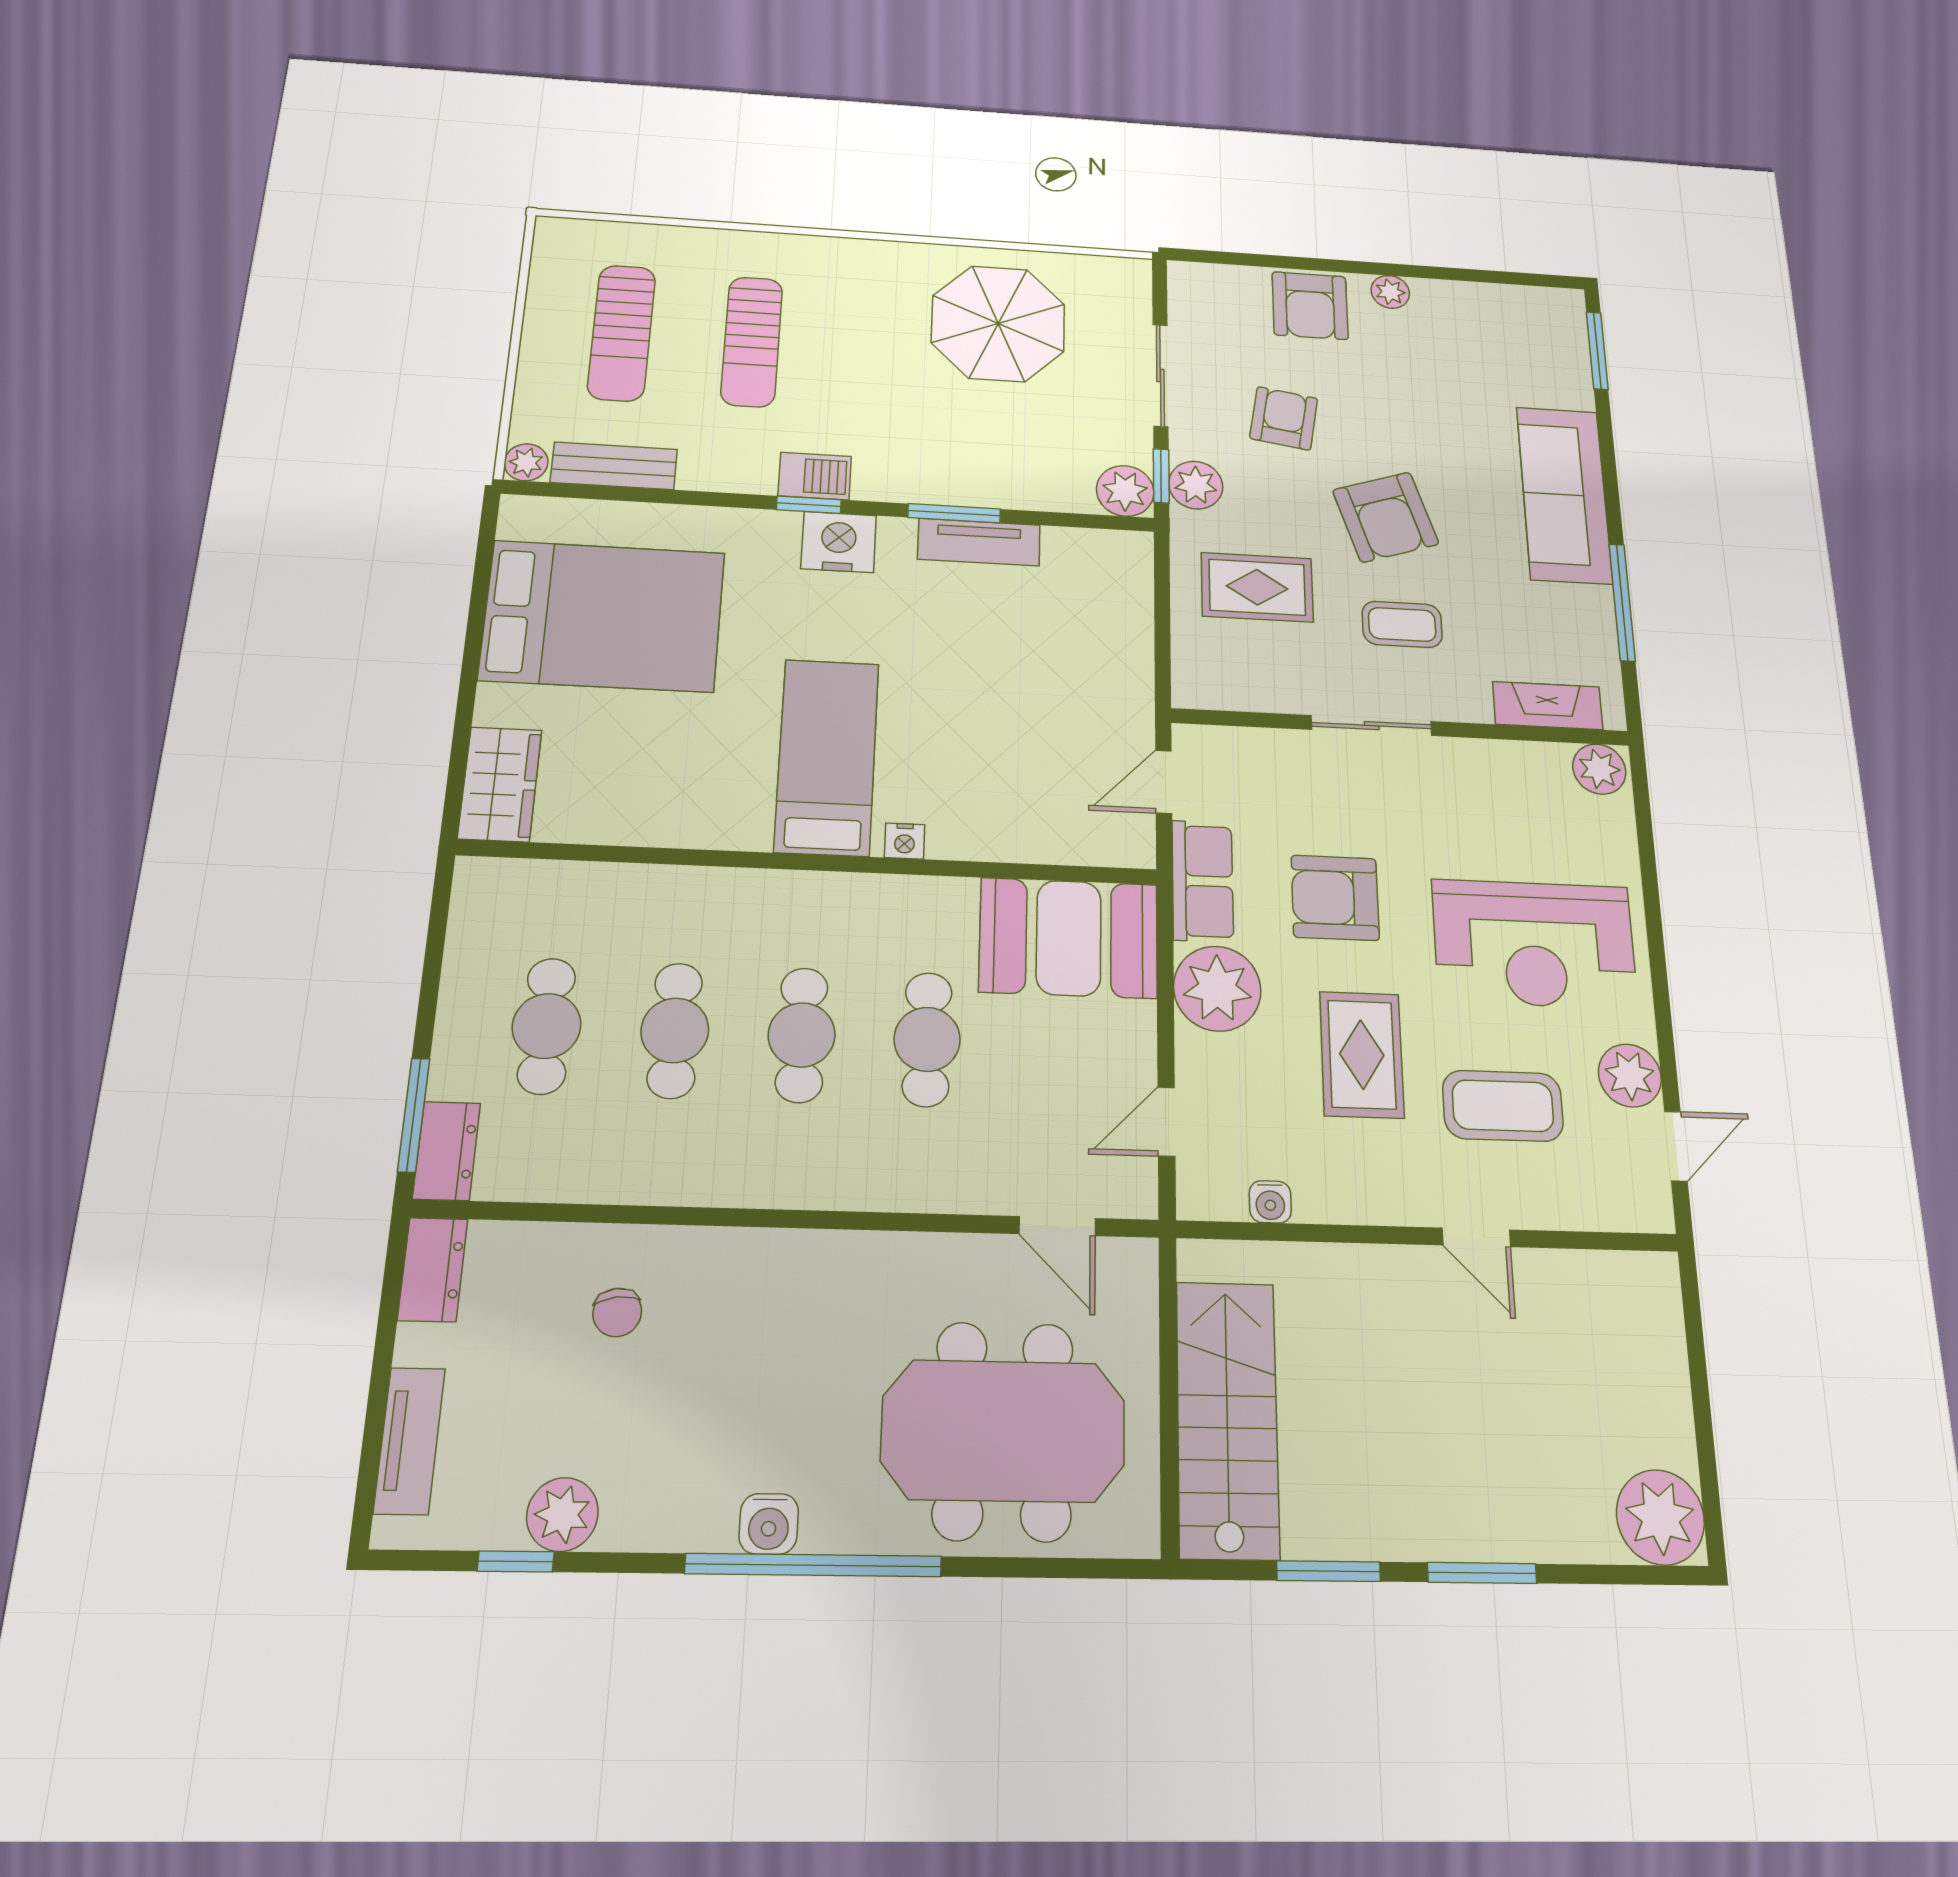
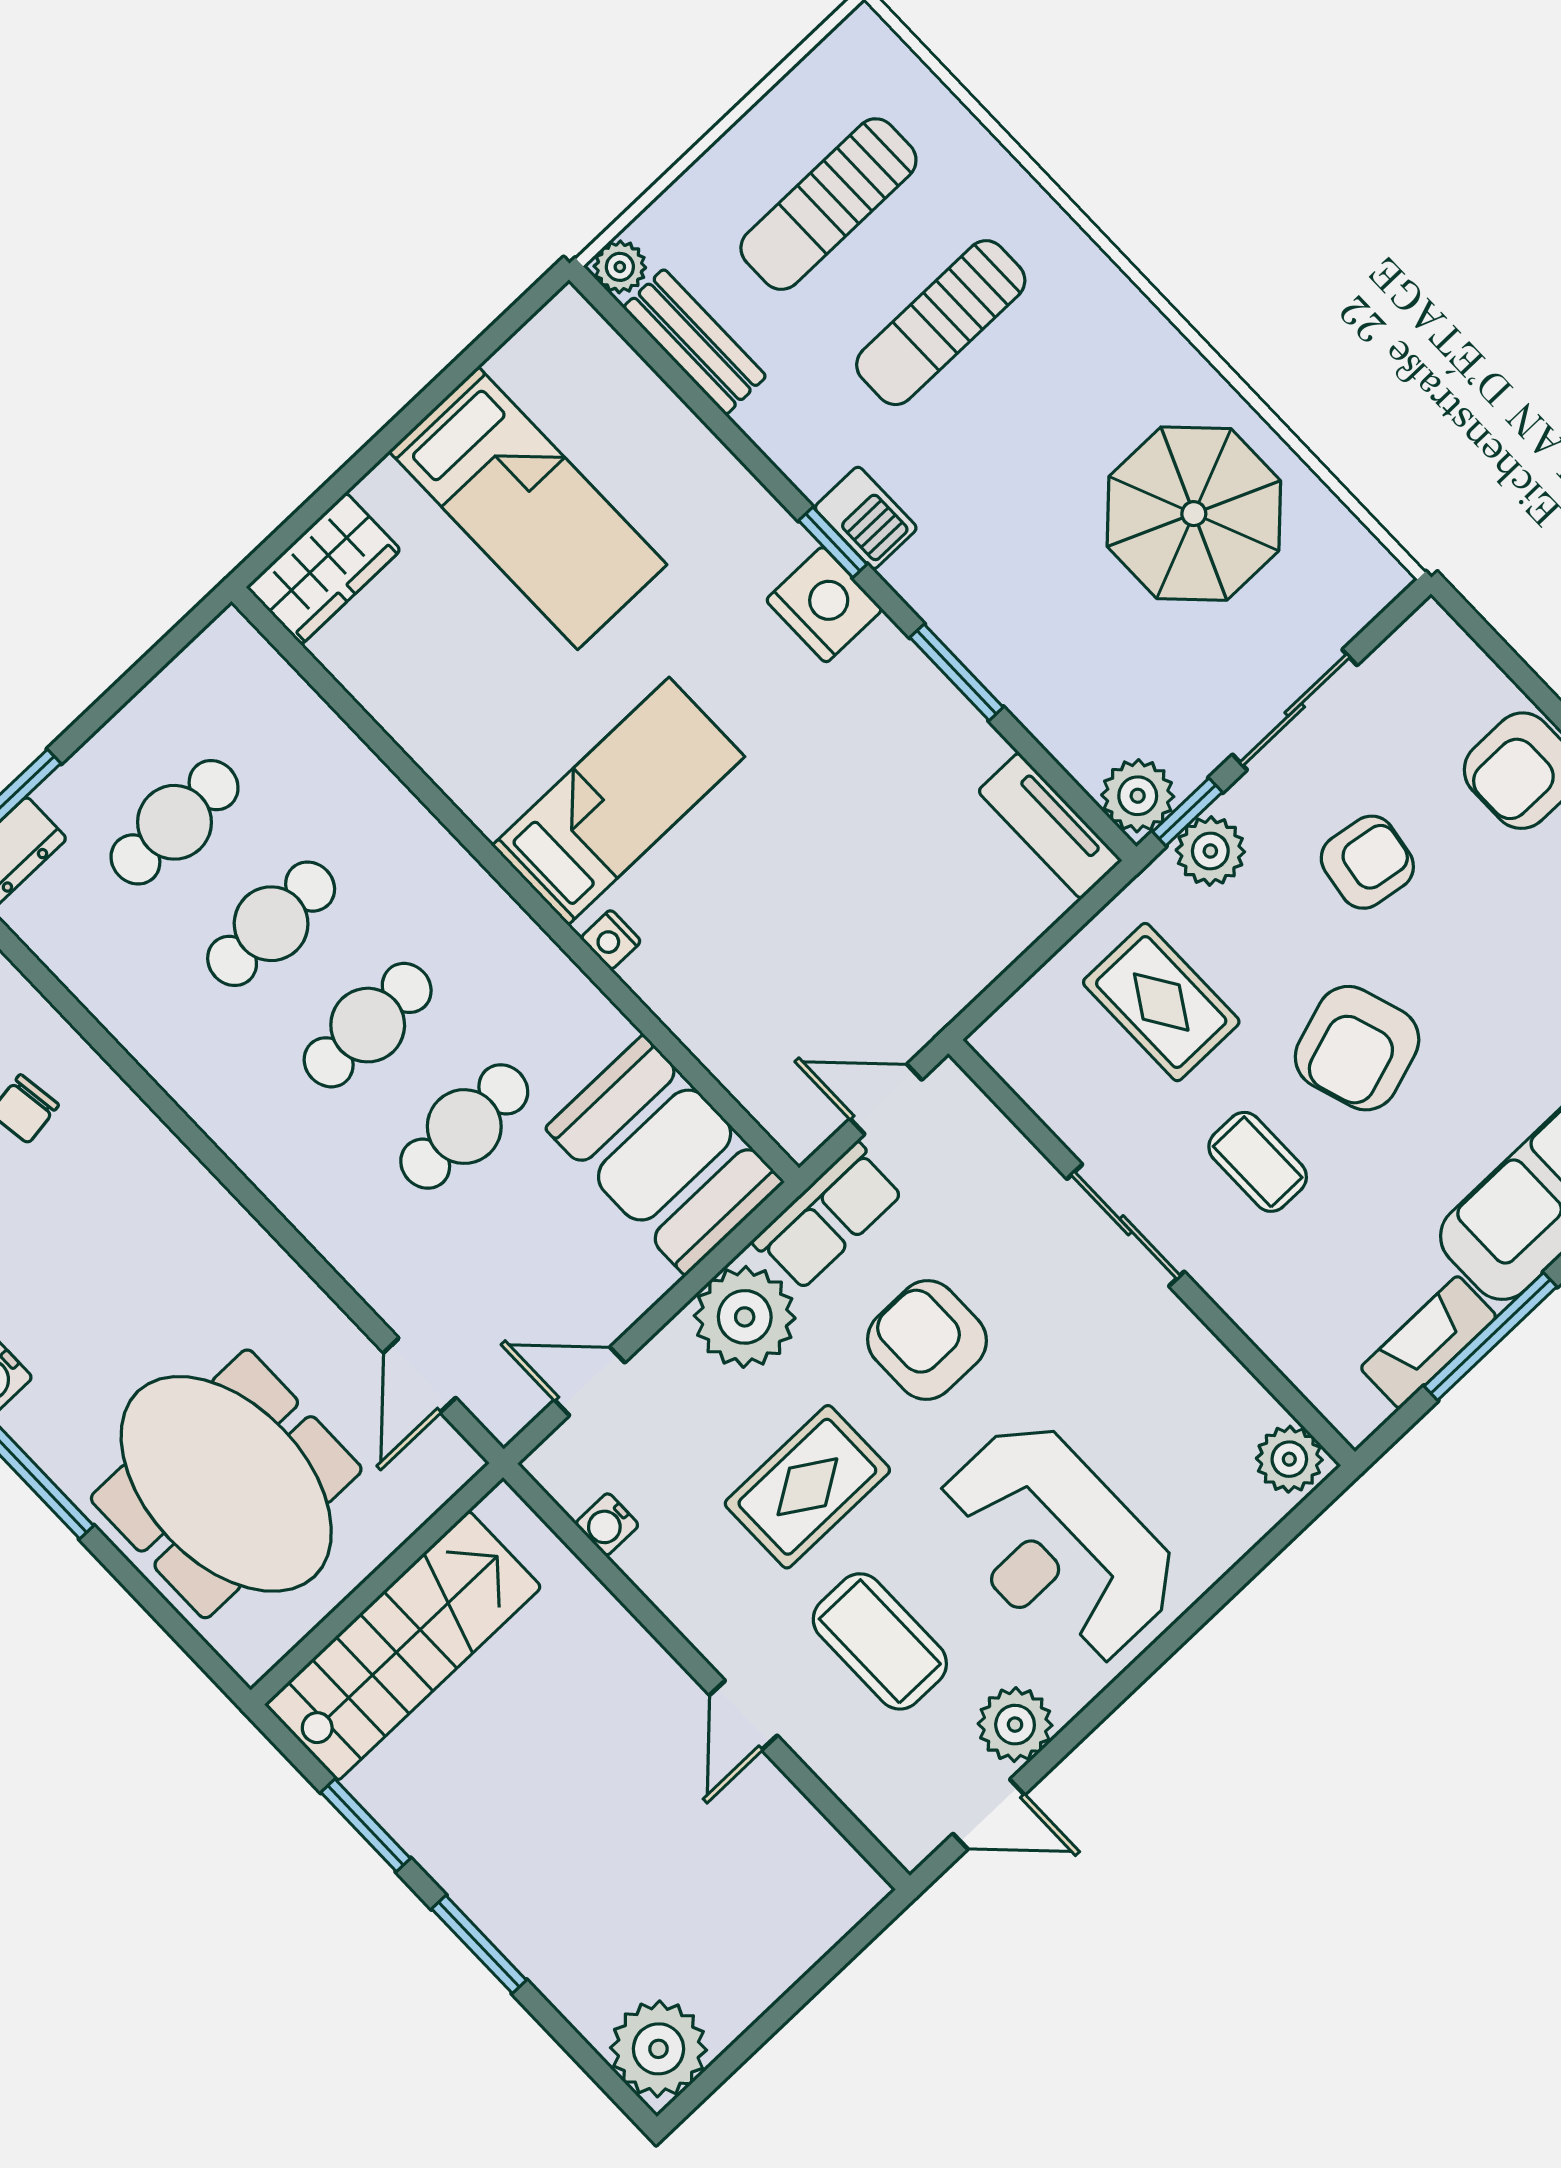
tv unit: (979, 542) -> (1050, 826), moved
bed: (603, 616) -> (528, 508), width x0.67
fireplace: (1548, 706) -> (1428, 1342), moved, turned -90

